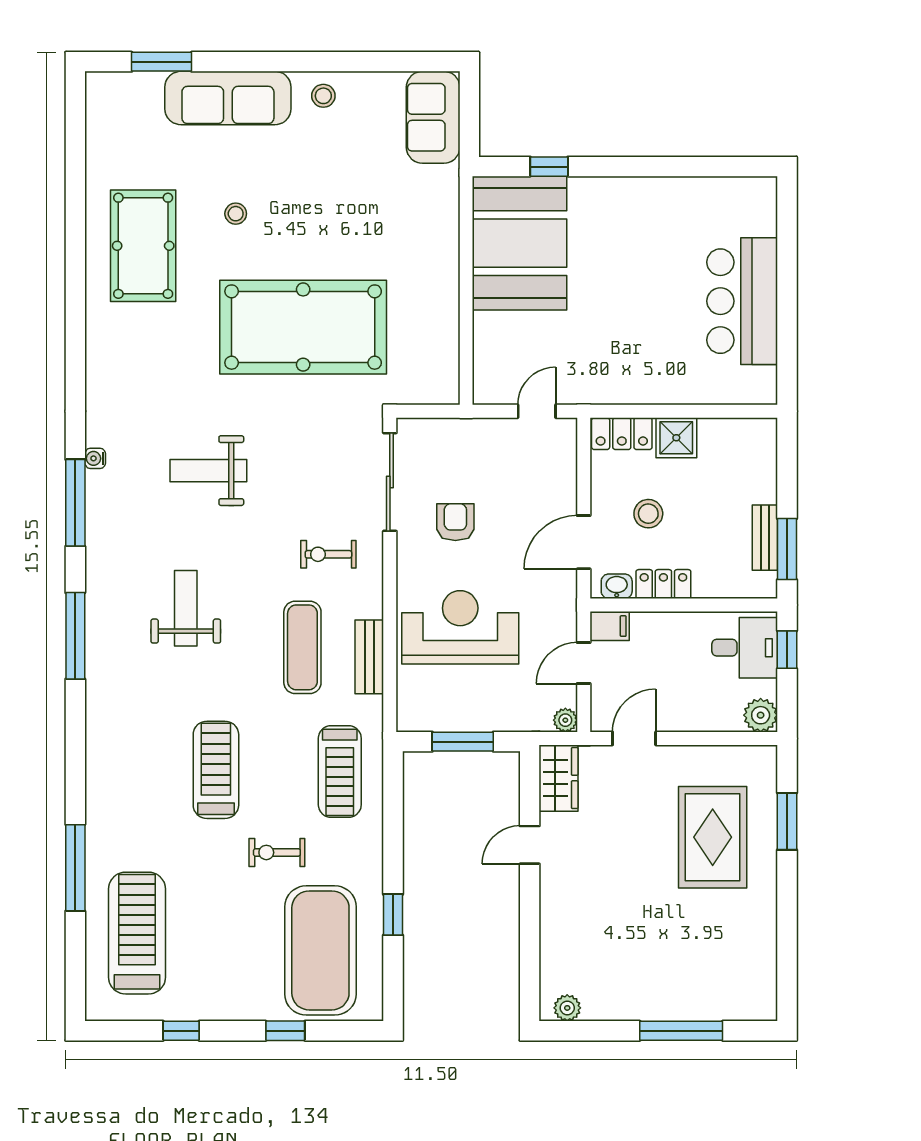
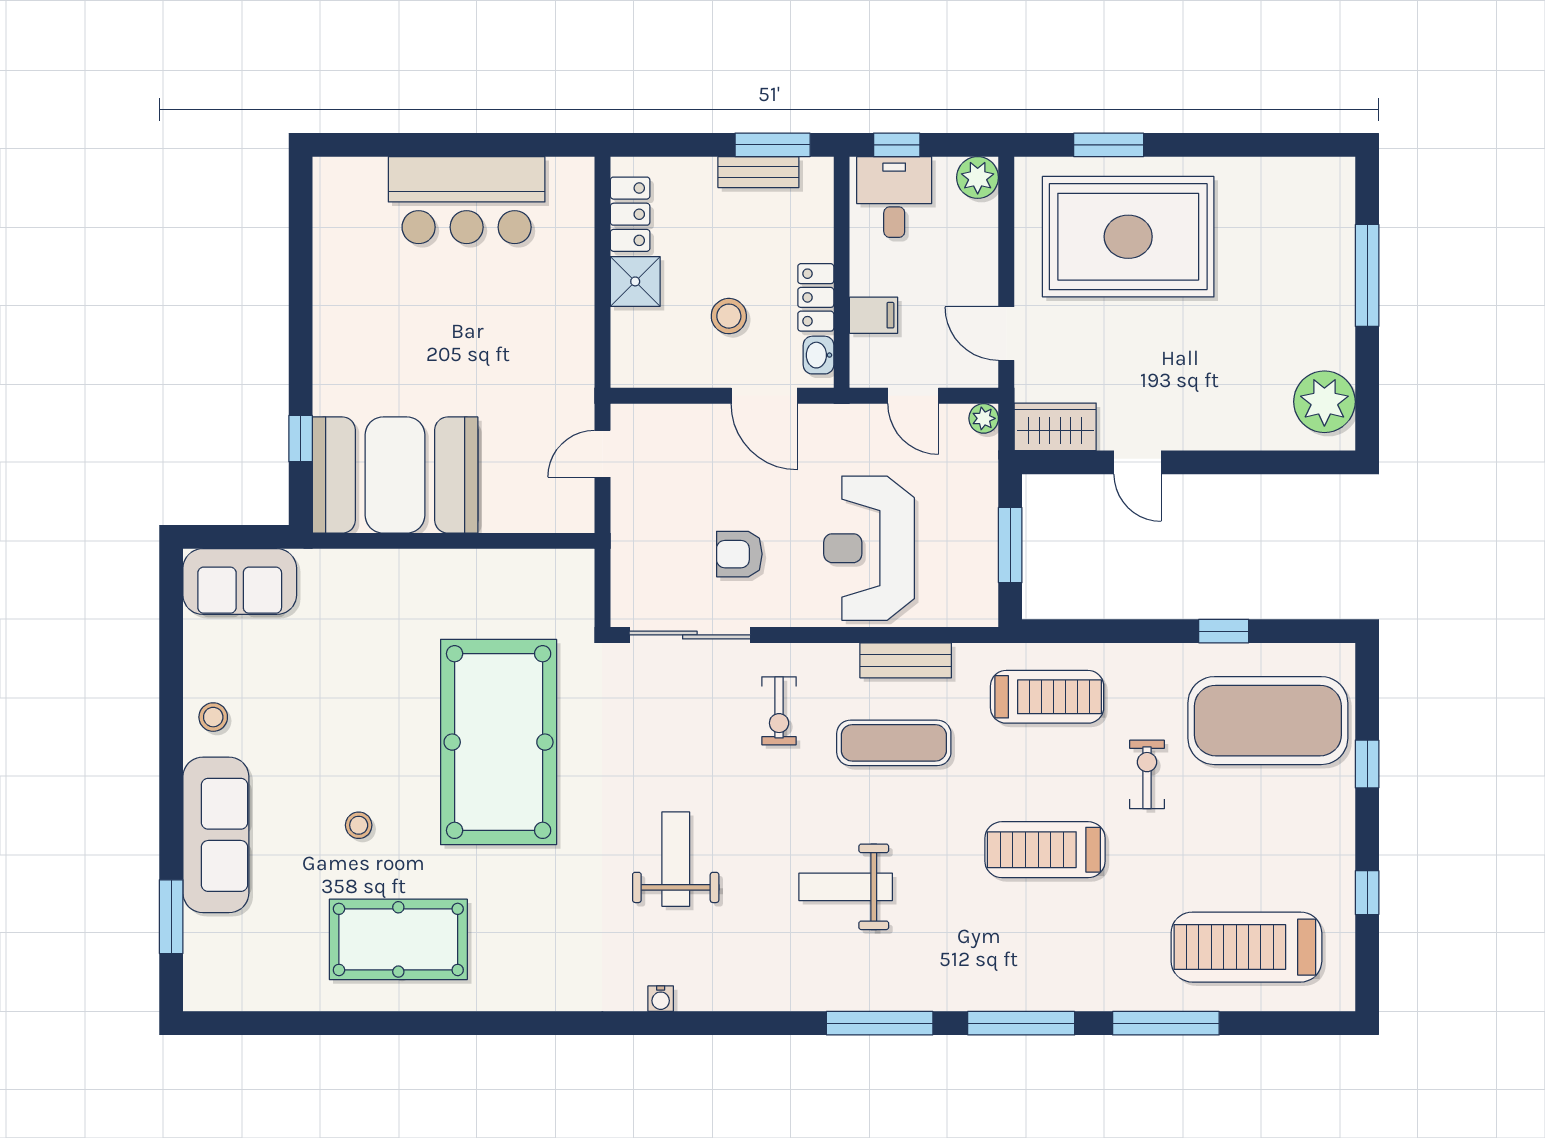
door: (537, 411) -> (602, 454), hinge flipped
locker: (622, 434) -> (630, 214), moved
weight bench: (208, 471) -> (676, 859), turned 180
window: (75, 503) -> (1021, 1023), moved
filing cabinet: (610, 626) -> (874, 315), moved, turned 90
rug: (713, 837) -> (1128, 237), width x1.37, depth x1.44
exercise bike: (277, 852) -> (1147, 774), turned 180
plant: (567, 1008) -> (1324, 402), width x1.88, depth x1.88

